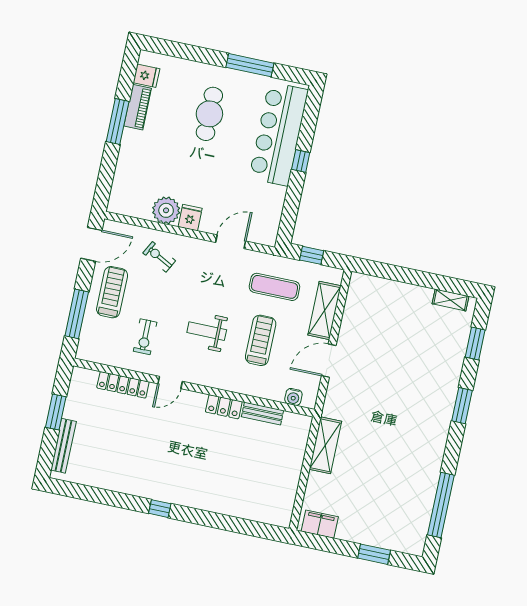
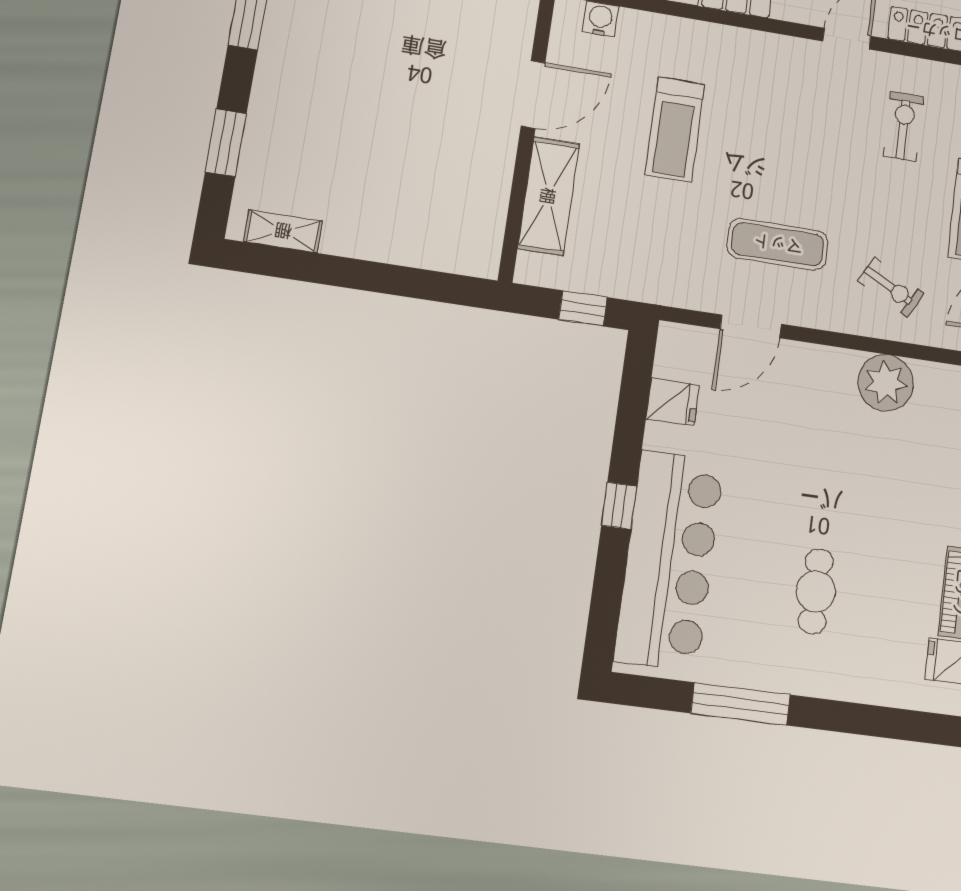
cafe table: (209, 114) -> (816, 591), width x0.73, depth x0.74
fridge: (190, 218) -> (673, 402), moved, turned -90
exercise mat: (274, 287) -> (778, 244), moved
weight bench: (207, 331) -> (784, 143), removed

